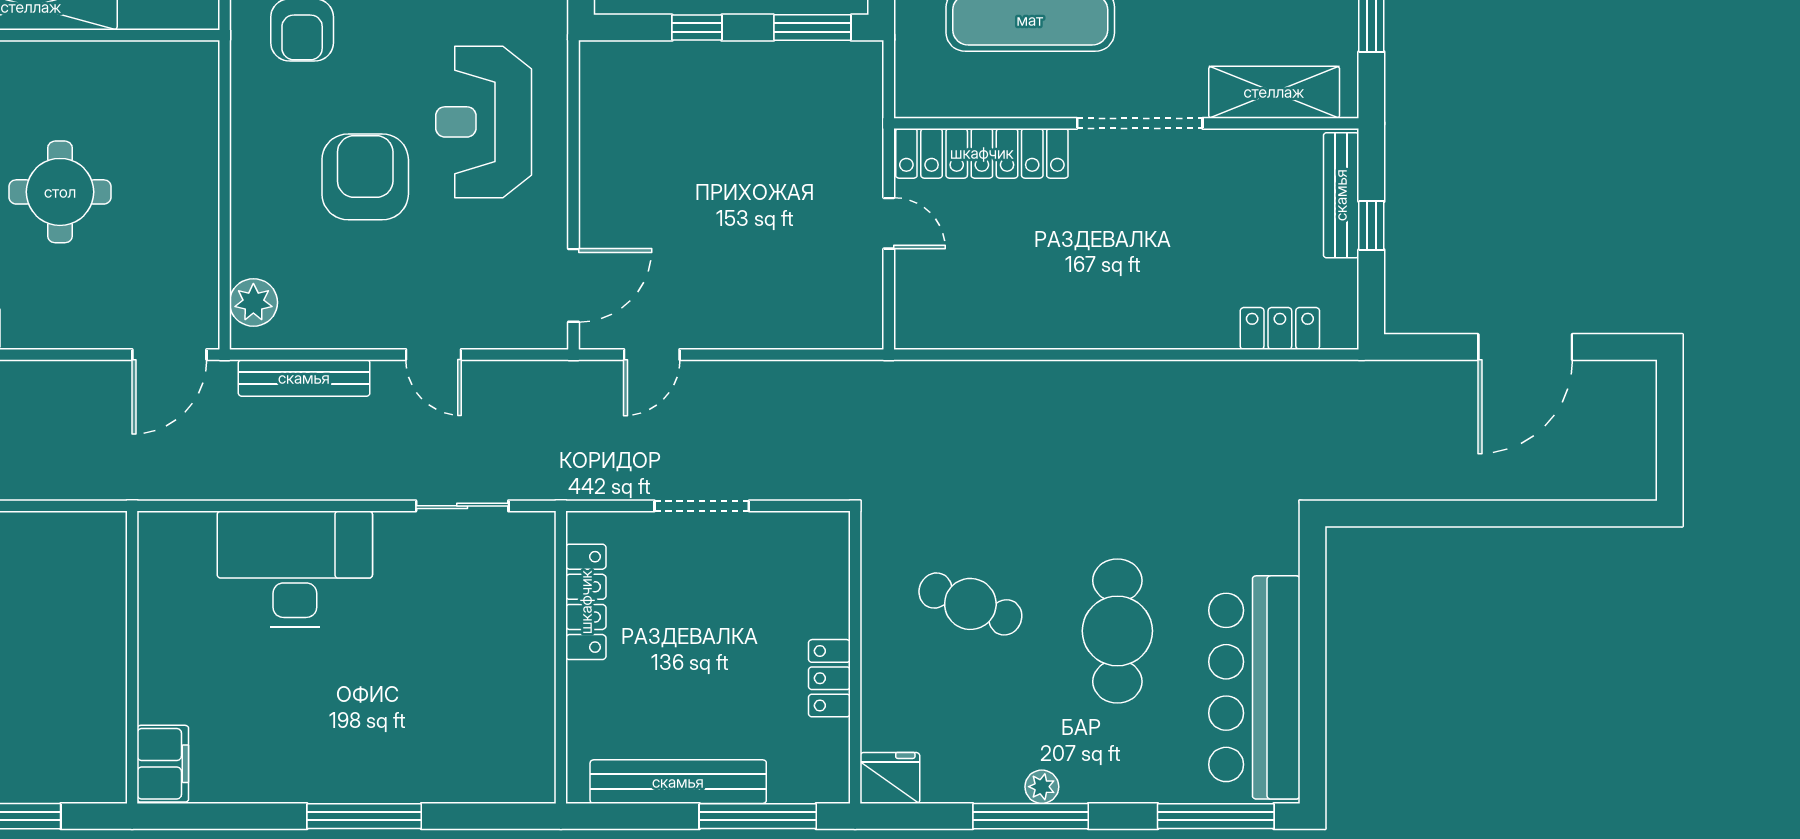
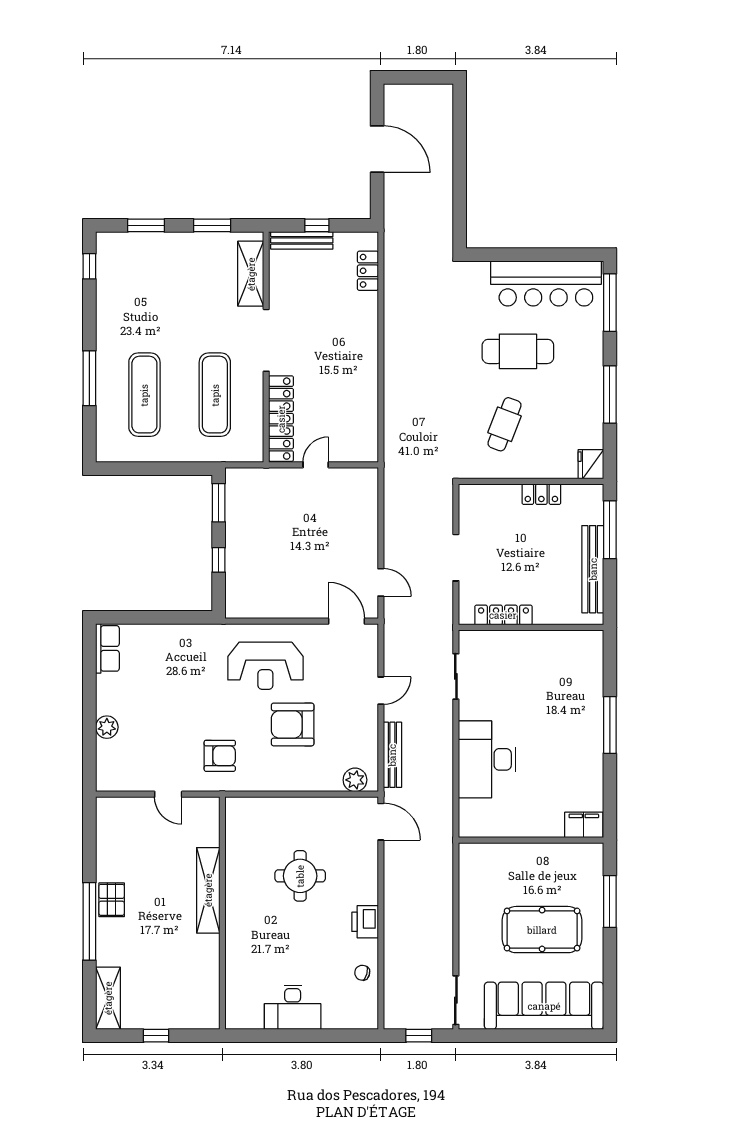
plant: (1042, 787) -> (595, 389), removed

